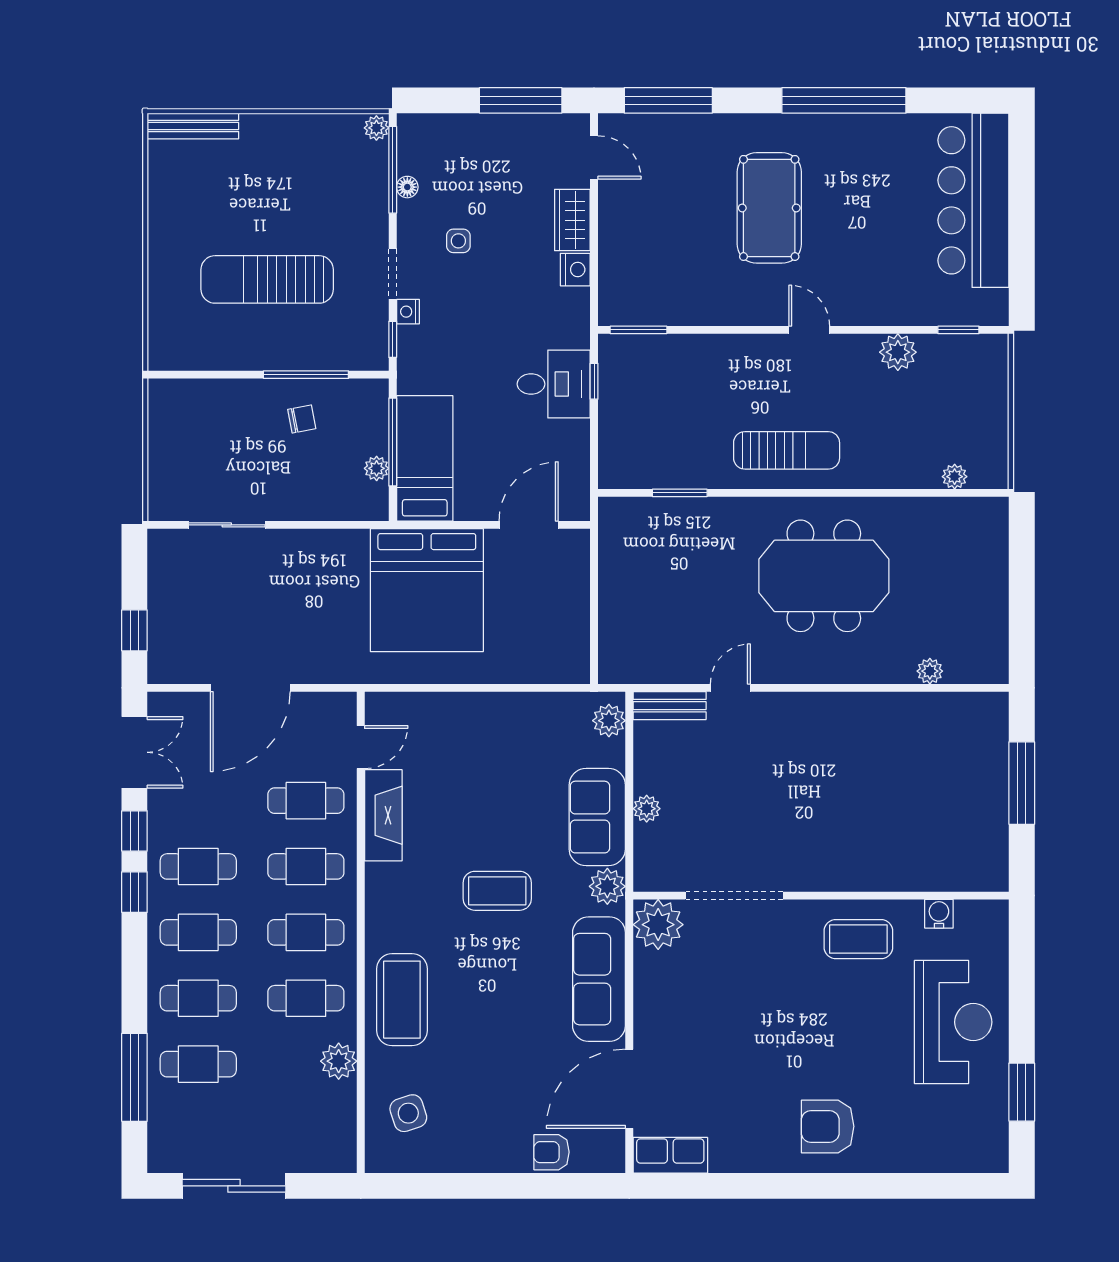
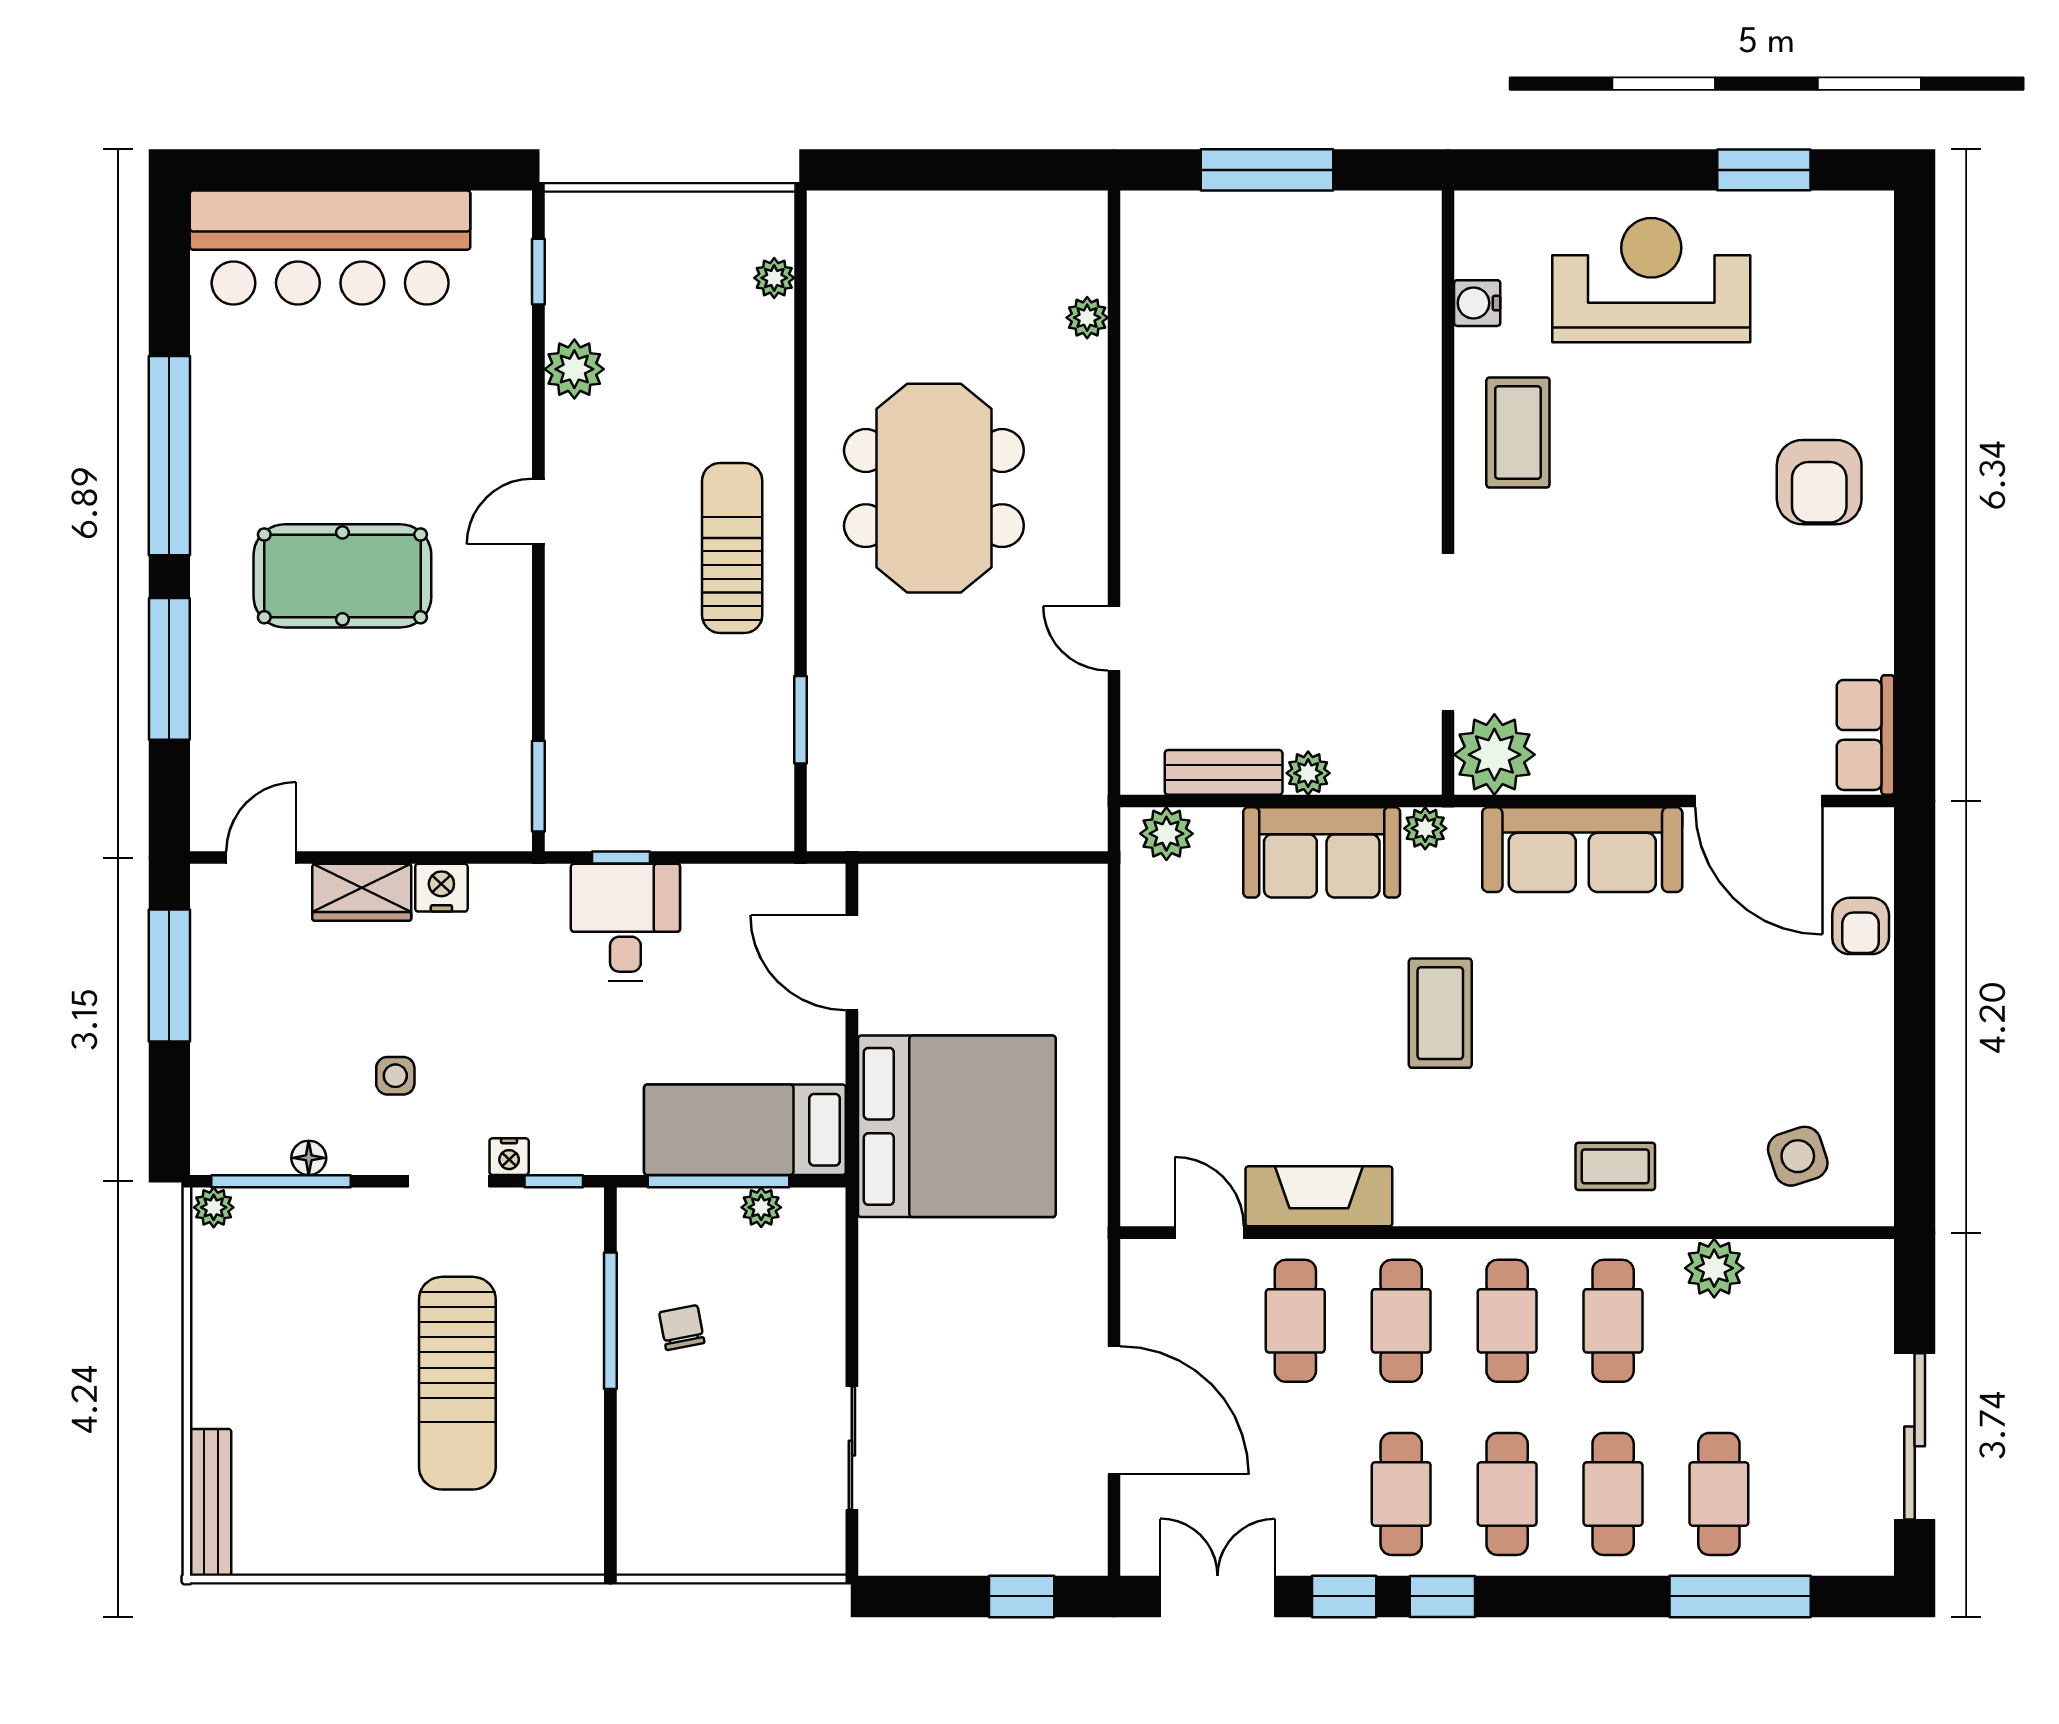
window: (668, 100) -> (169, 669), moved
bench: (670, 706) -> (1224, 772), moved, turned 90
plant: (607, 886) -> (1425, 828), width x0.73, depth x0.73
coffee table: (402, 1000) -> (1615, 1166), width x0.54, depth x0.58

